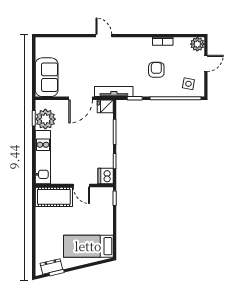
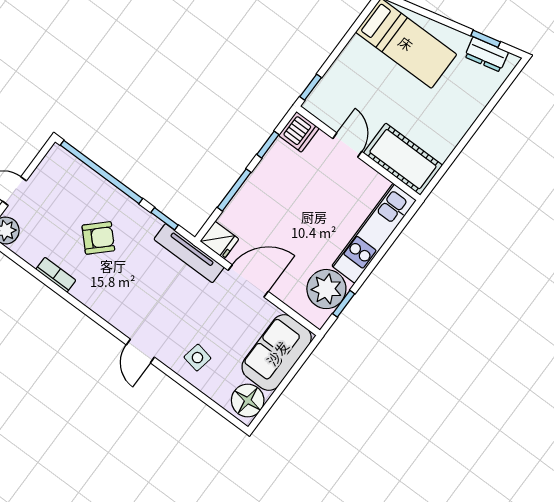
floor lamp: (44, 48) -> (248, 400), added
armchair: (156, 70) -> (98, 238), turned -134
side table: (188, 84) -> (197, 358), moved

